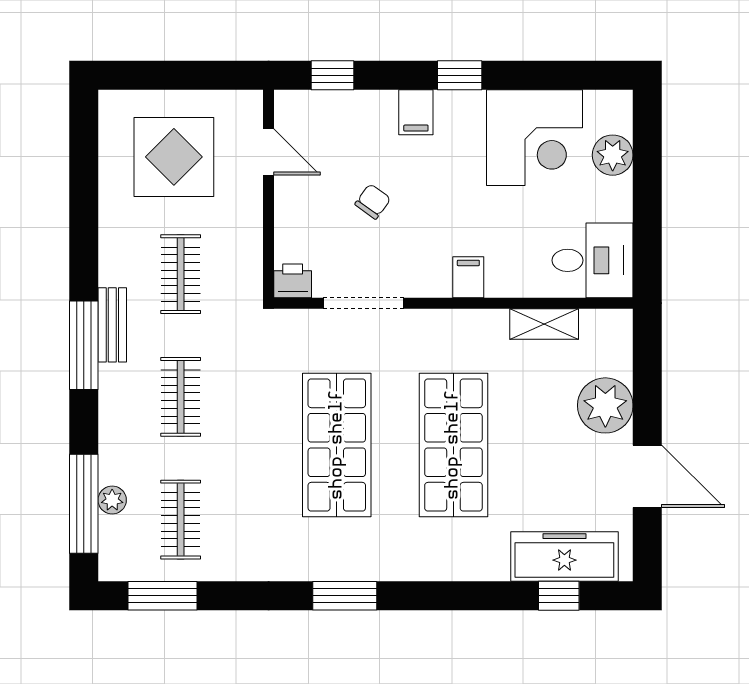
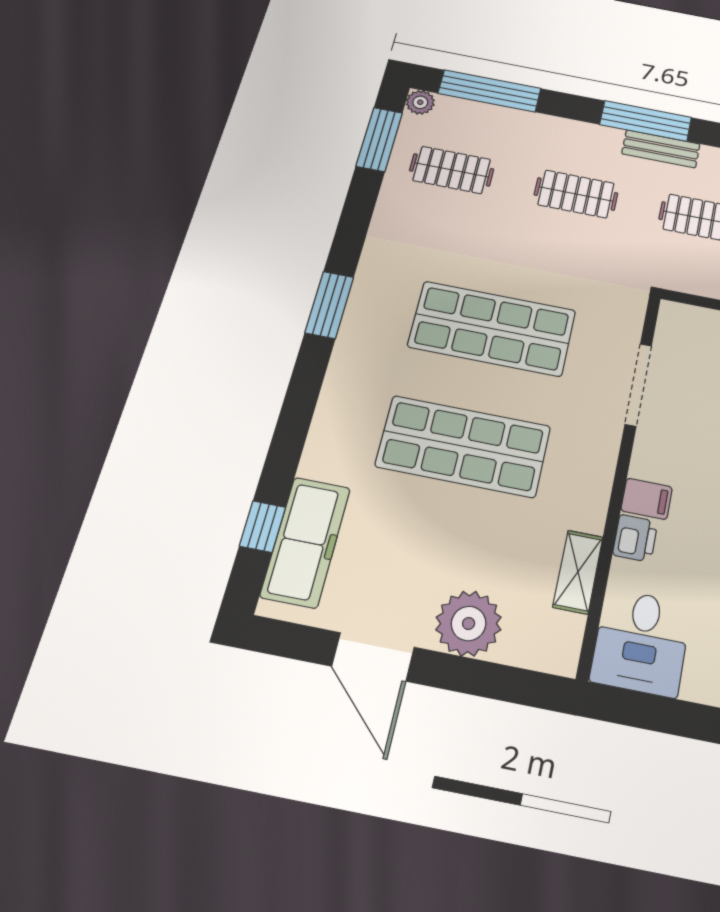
printer: (293, 281) -> (635, 538), moved
door: (647, 476) -> (373, 657), hinge flipped
plant: (112, 500) -> (420, 102), moved

